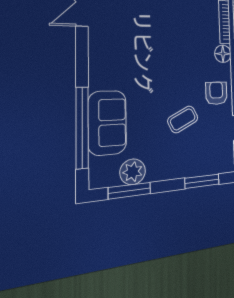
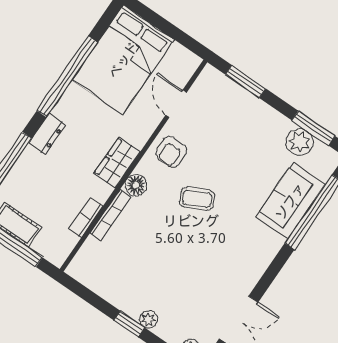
coffee table: (183, 119) -> (197, 199), moved

